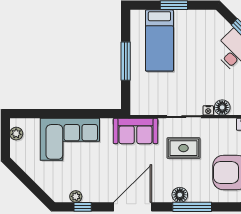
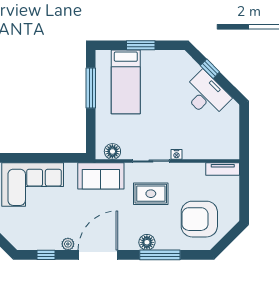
window: (126, 61) -> (91, 88), moved
floor lamp: (222, 107) -> (112, 151), moved
plant: (76, 196) -> (68, 244), moved

